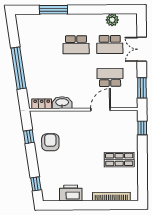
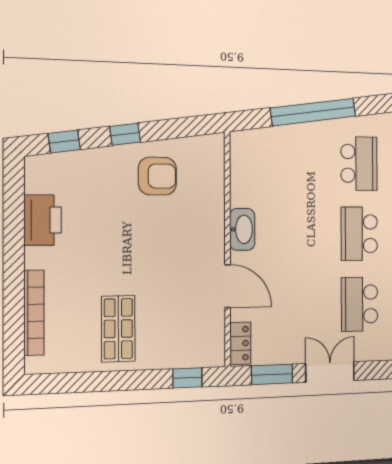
double door: (142, 49) -> (330, 372), moved
school desk: (110, 77) -> (359, 164), moved
washbasin: (62, 103) -> (242, 229), moved
locker: (42, 104) -> (240, 343), moved
window: (29, 137) -> (125, 134), moved

